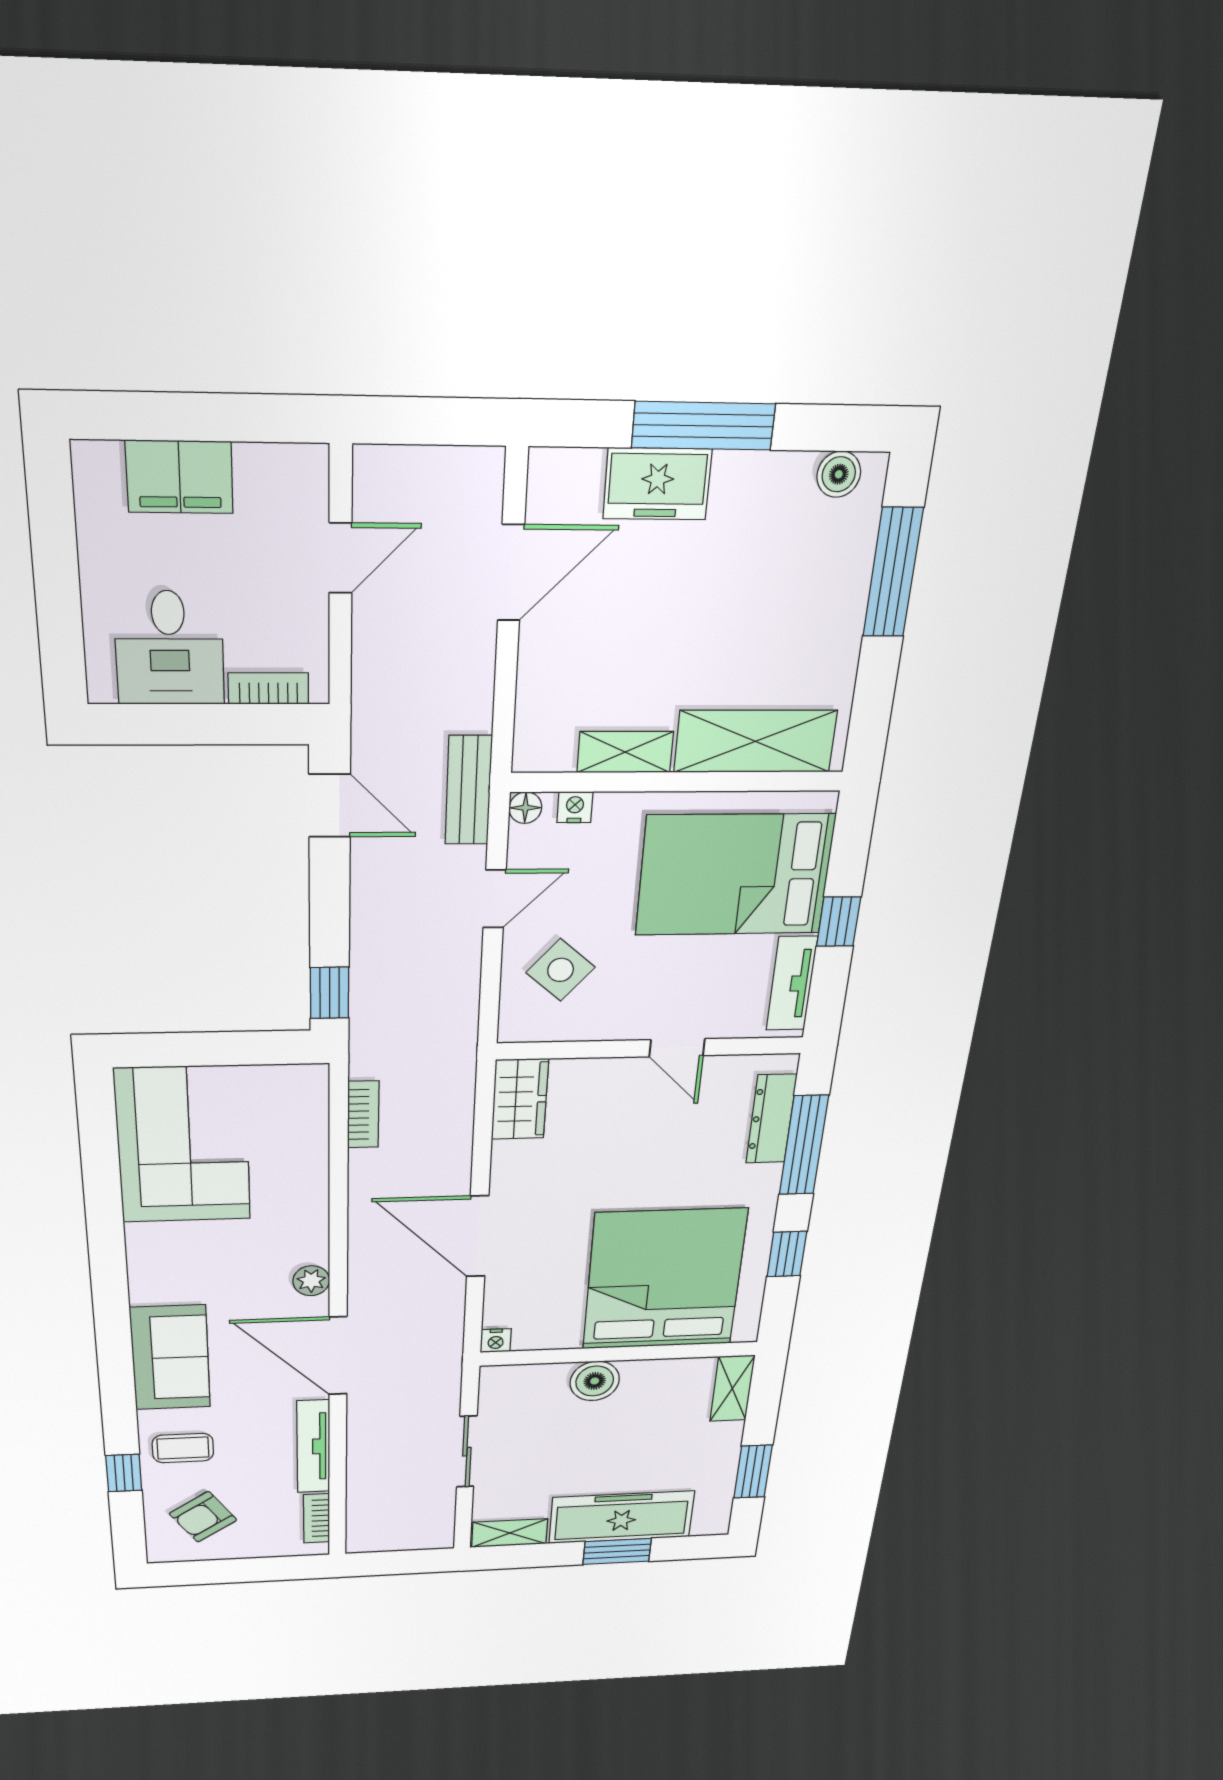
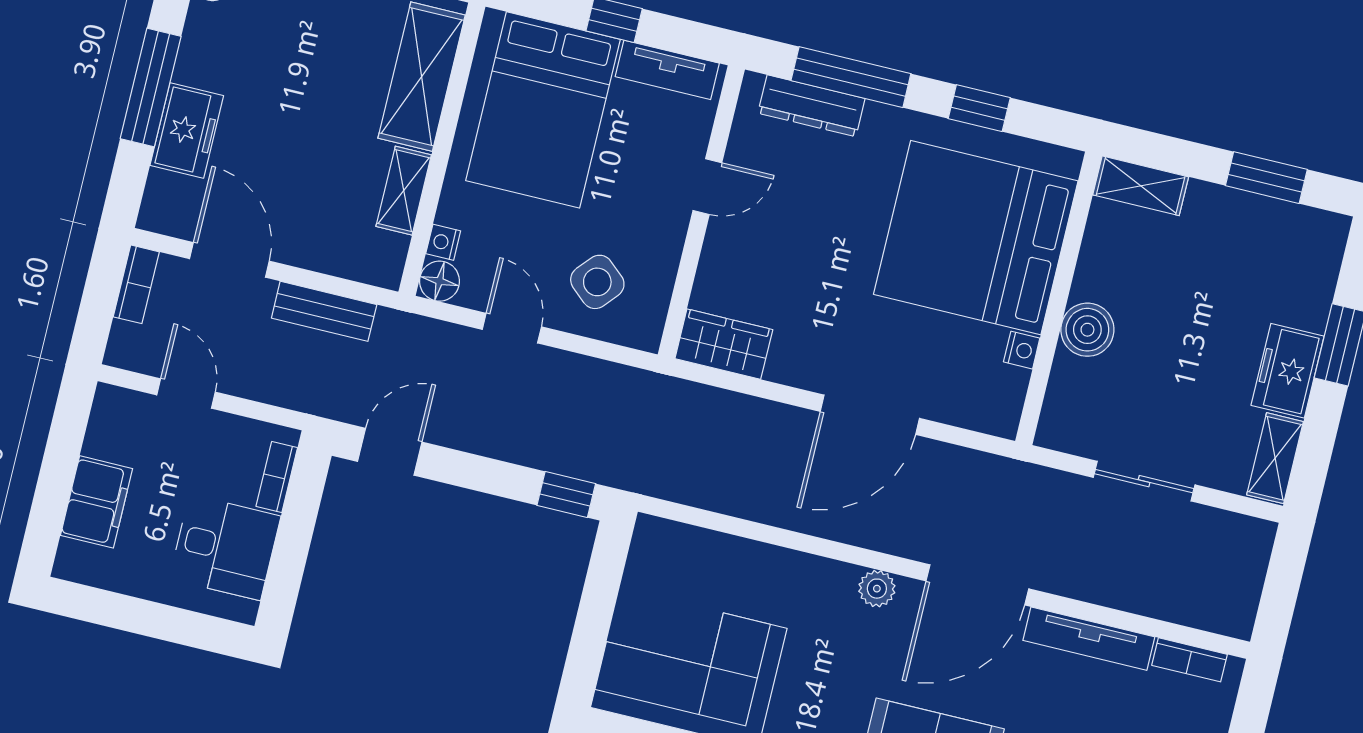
bench: (469, 790) -> (324, 311), moved
floor lamp: (525, 808) -> (440, 281), width x1.37, depth x1.37
bookcase: (363, 1114) -> (136, 284), moved, turned 90
nightstand: (496, 1341) -> (1022, 350), moved
freezer: (622, 1517) -> (1288, 371), width x0.52, depth x0.79

